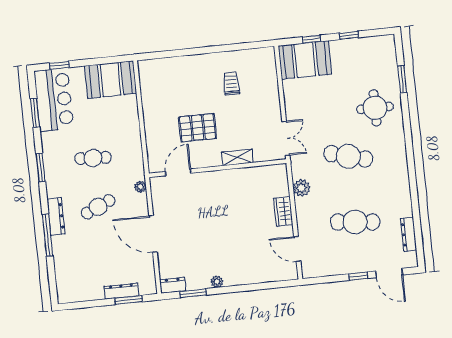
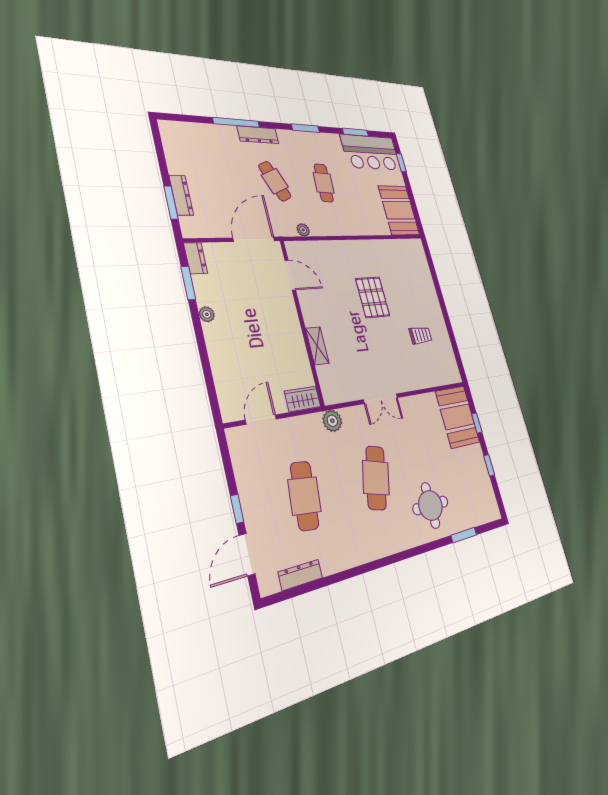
shelving: (238, 157) -> (317, 346), moved
wall: (218, 168) -> (302, 322), moved
door: (178, 172) -> (290, 275), moved

